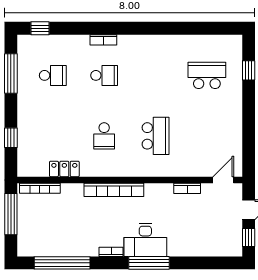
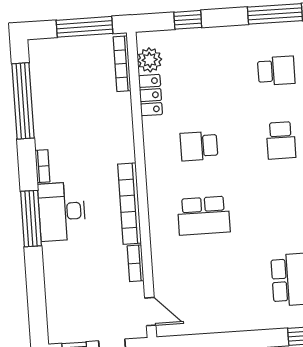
school desk: (53, 75) -> (276, 71), turned -90
plant: (38, 168) -> (150, 60), added
bookcase: (114, 190) -> (129, 204), moved

